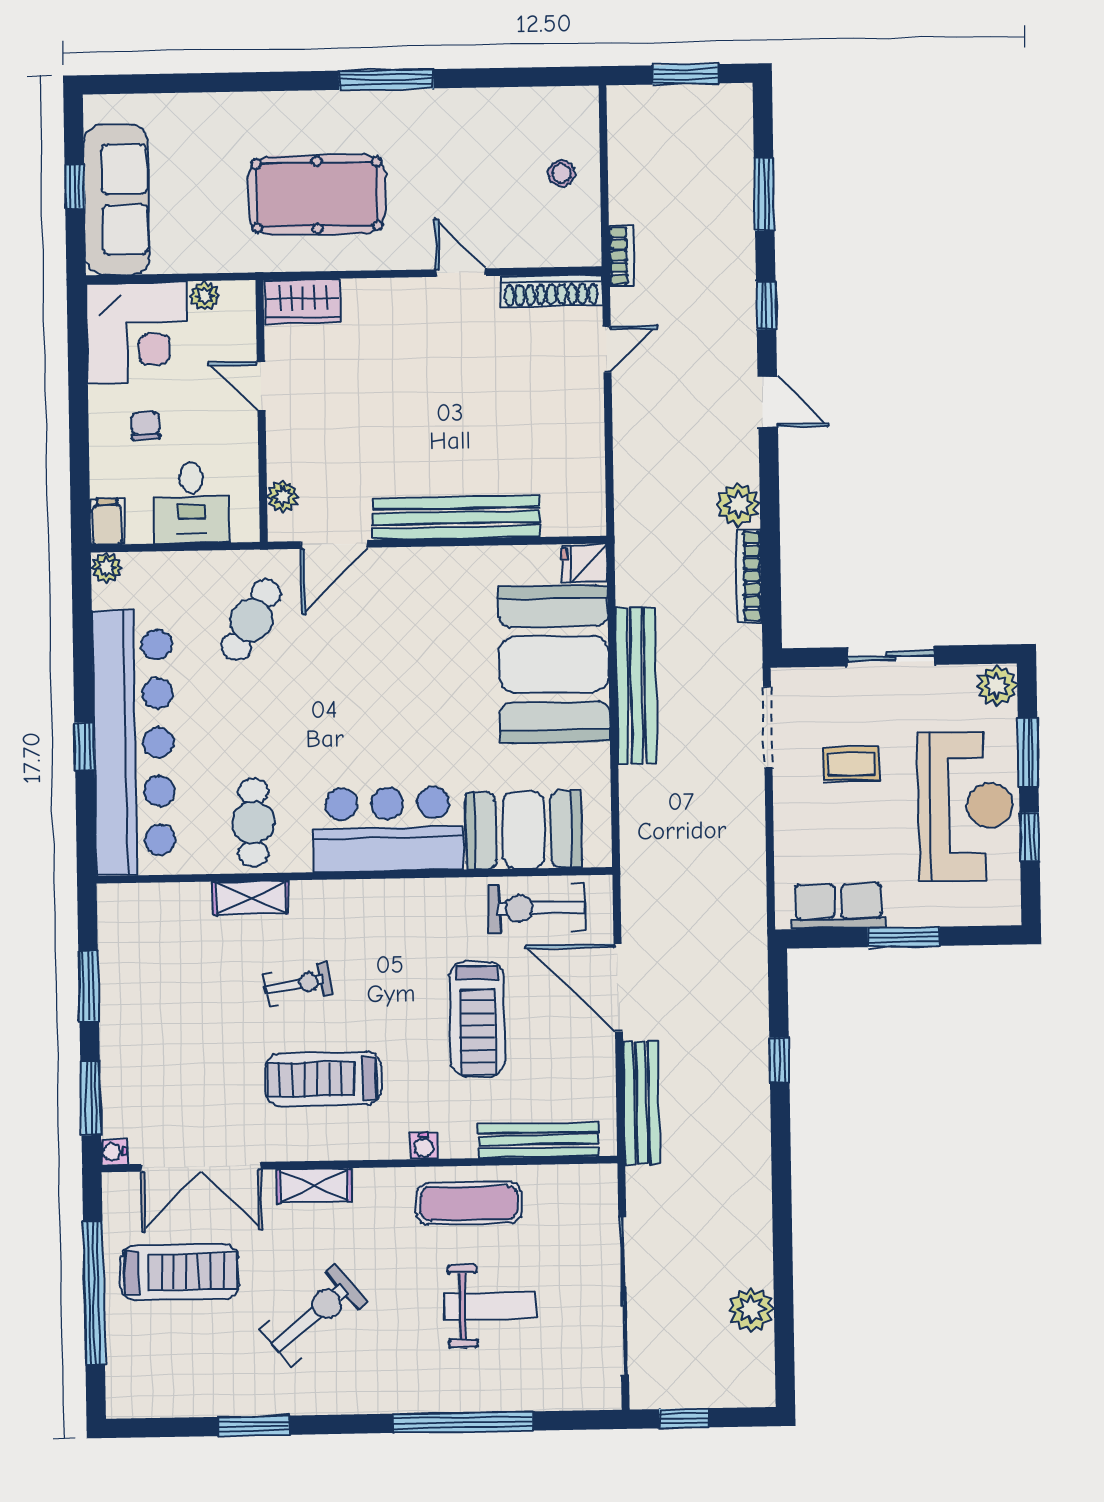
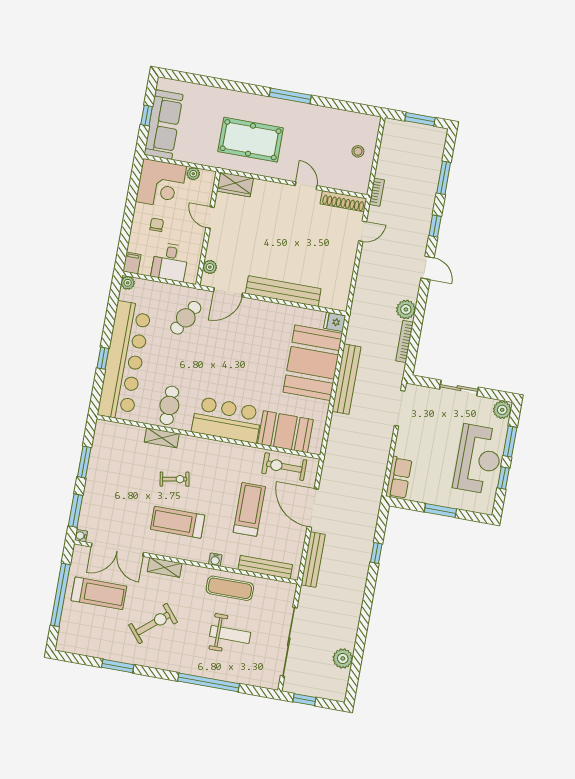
coffee table: (851, 764) -> (432, 431), removed
row of seats: (838, 906) -> (399, 478), moved, turned 90
treadmill: (477, 1019) -> (249, 509), turned 180

